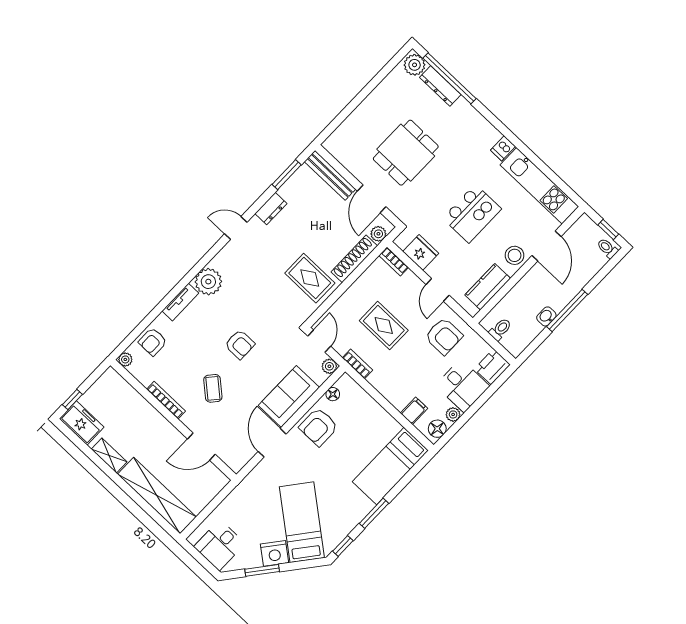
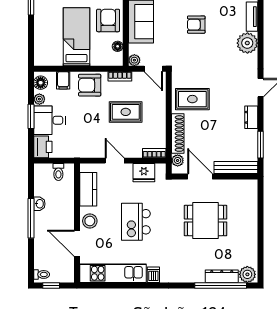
dining table: (406, 153) -> (206, 221), turned 90
armchair: (444, 336) -> (90, 85), moved
window: (476, 406) -> (31, 116), added
bed: (390, 466) -> (76, 37), moved

